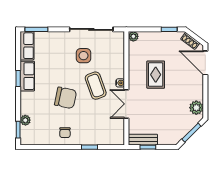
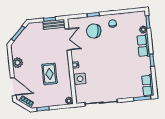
side table: (83, 56) -> (80, 79), moved
row of seats: (27, 76) -> (143, 46), moved
coffee table: (96, 86) -> (93, 61), removed
chair: (66, 98) -> (94, 31), moved
double door: (126, 104) -> (68, 39), moved
plant: (196, 108) -> (18, 63), moved

